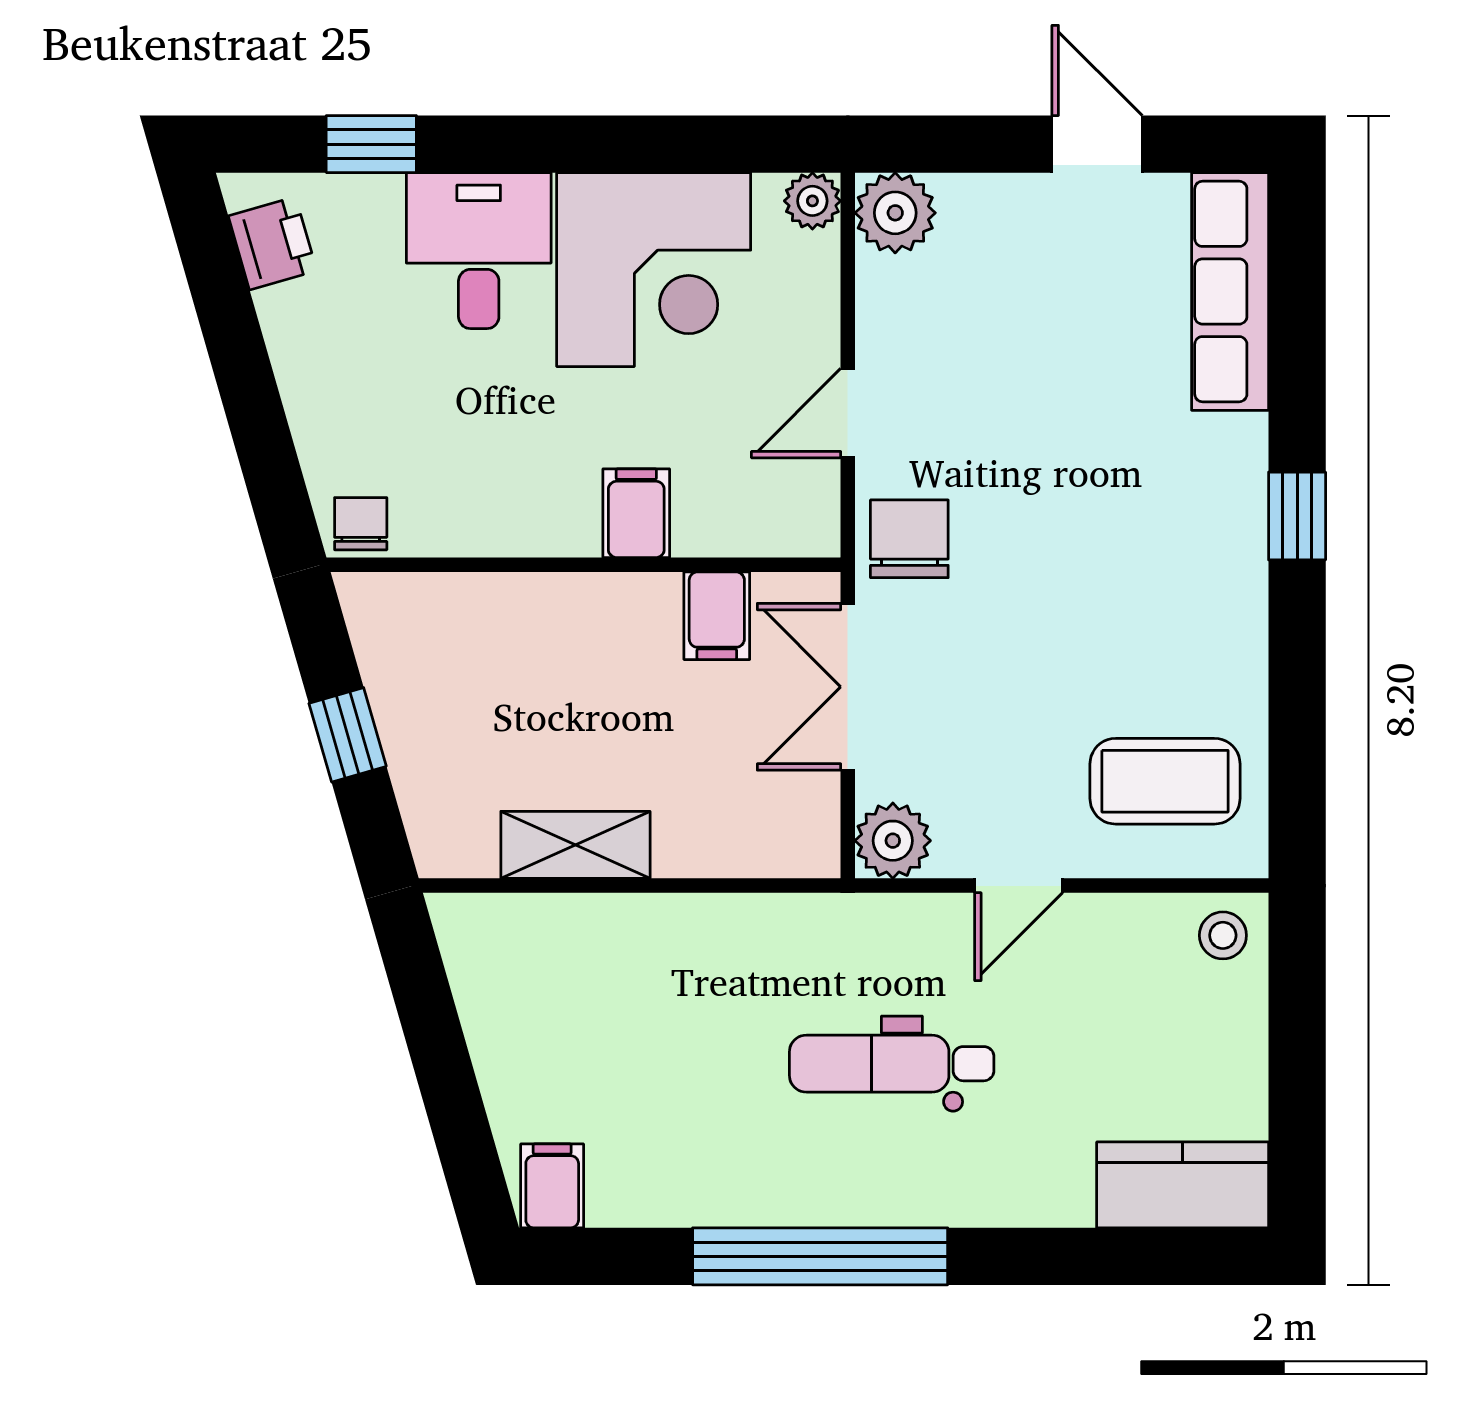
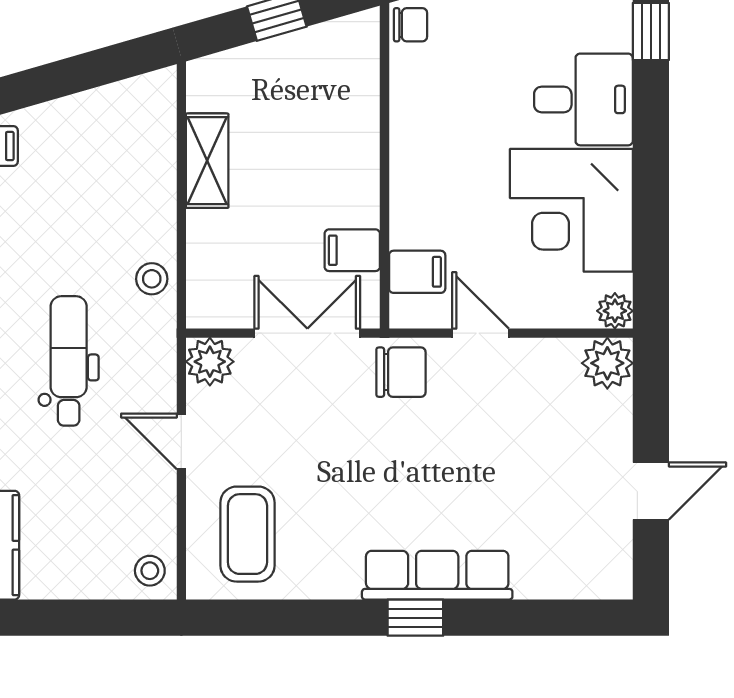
row of seats: (1230, 291) -> (437, 575), moved
filing cabinet: (636, 513) -> (417, 272), moved
stool: (762, 932) -> (152, 279), added

